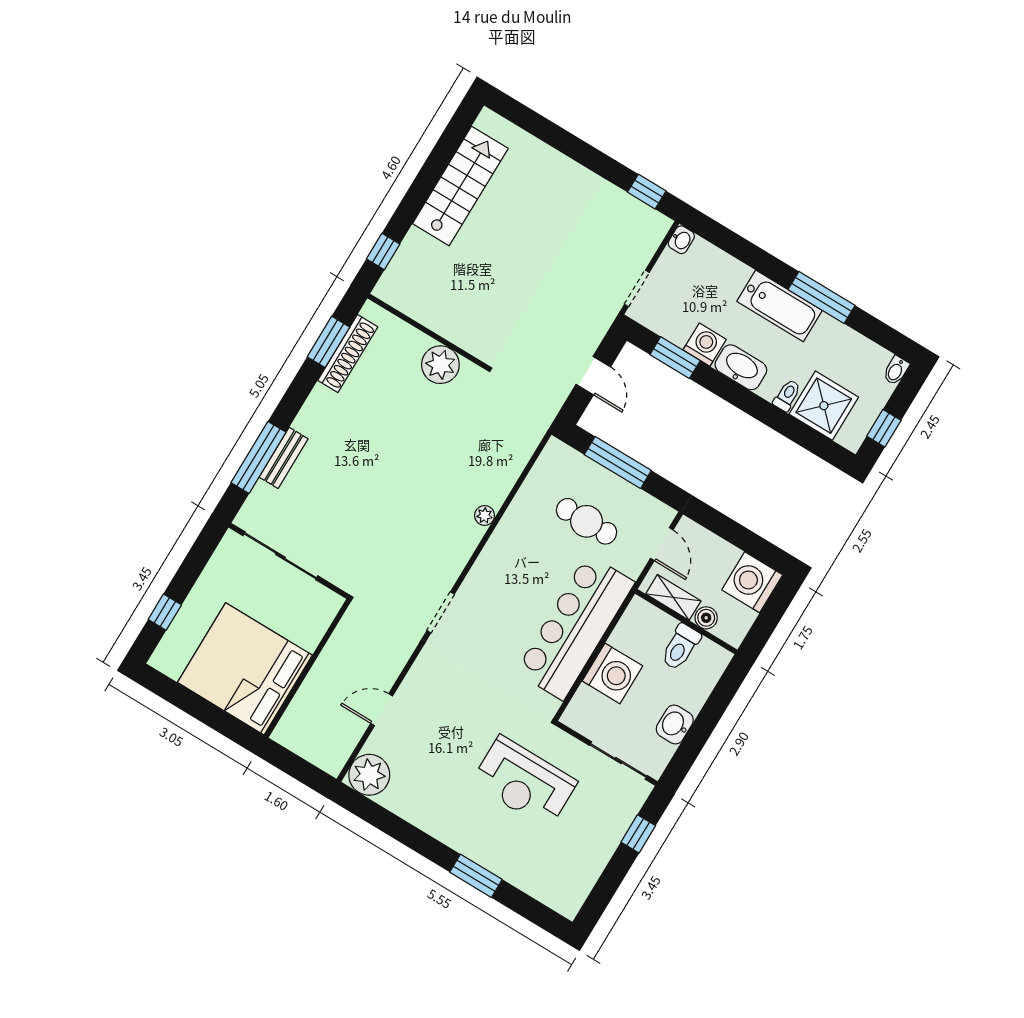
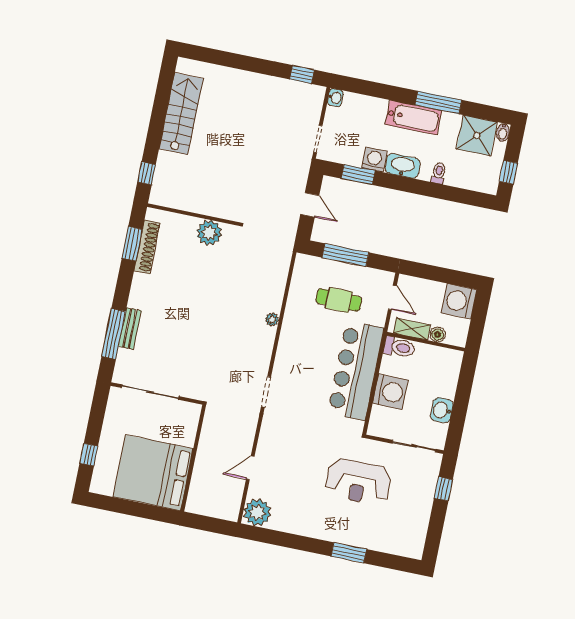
shower: (824, 406) -> (477, 135), moved
toilet: (681, 647) -> (399, 347), moved, turned -90

